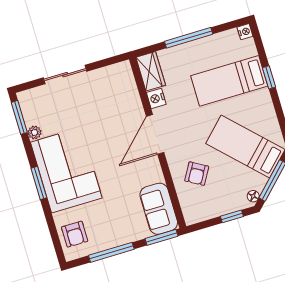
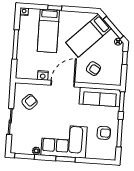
wardrobe: (151, 71) -> (26, 73), removed
armchair: (107, 93) -> (30, 102), added
door: (155, 134) -> (63, 84), swing flipped
sofa: (159, 209) -> (100, 97), width x1.36
armchair: (75, 234) -> (104, 133), moved

